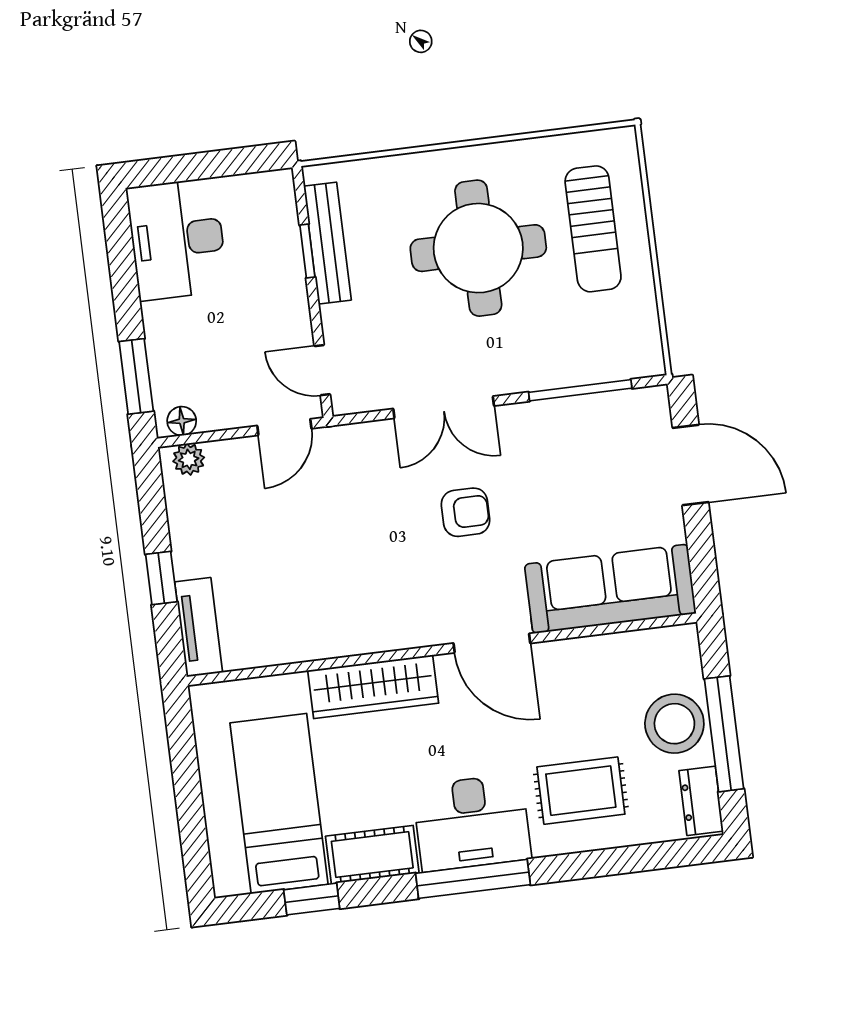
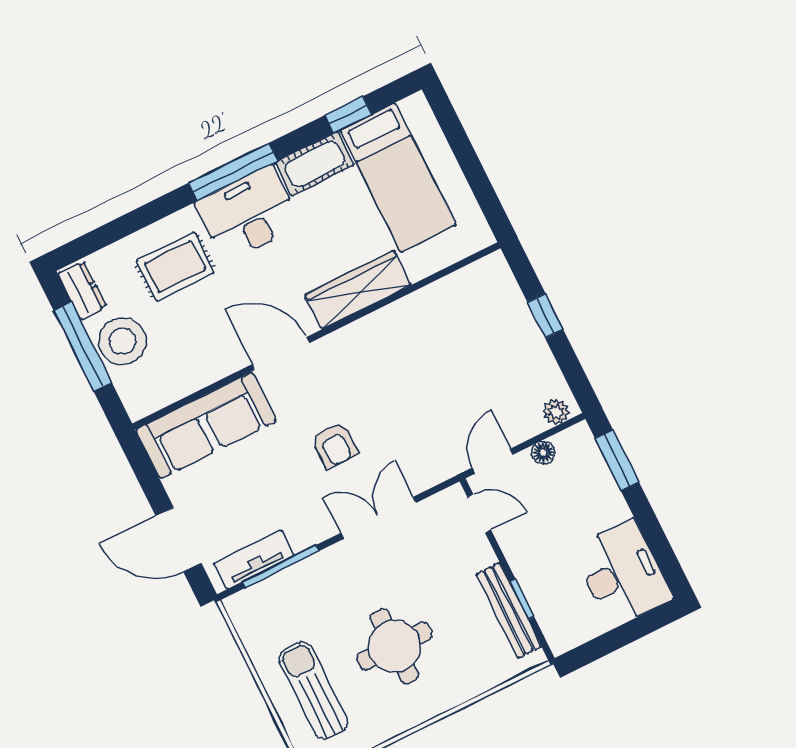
round table: (478, 248) -> (394, 646), width x0.73, depth x0.73
floor lamp: (182, 421) -> (543, 453), moved
armchair: (466, 512) -> (335, 445), turned -90
tv unit: (199, 627) -> (254, 560), moved, turned 90

